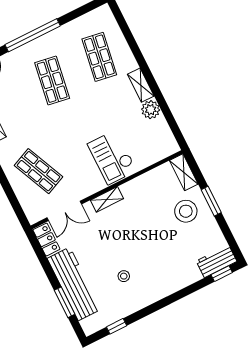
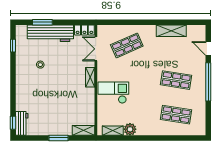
shelving: (141, 85) -> (113, 131), moved
stool: (186, 211) -> (60, 120), removed

